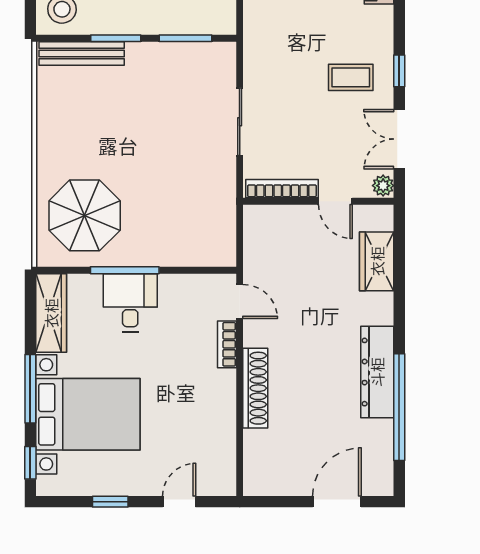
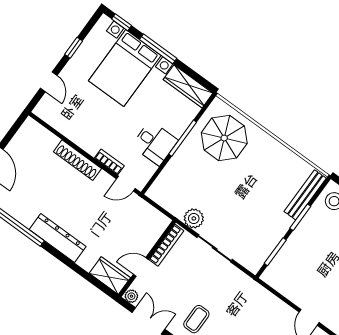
plant: (220, 178) -> (194, 218), added
wardrobe: (377, 261) -> (110, 276), moved
desk: (130, 303) -> (155, 143), moved
dresser: (377, 372) -> (58, 238), moved

